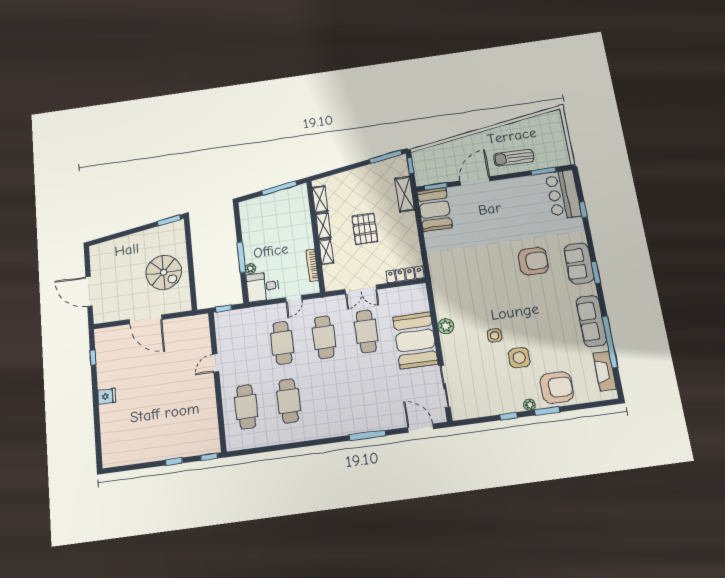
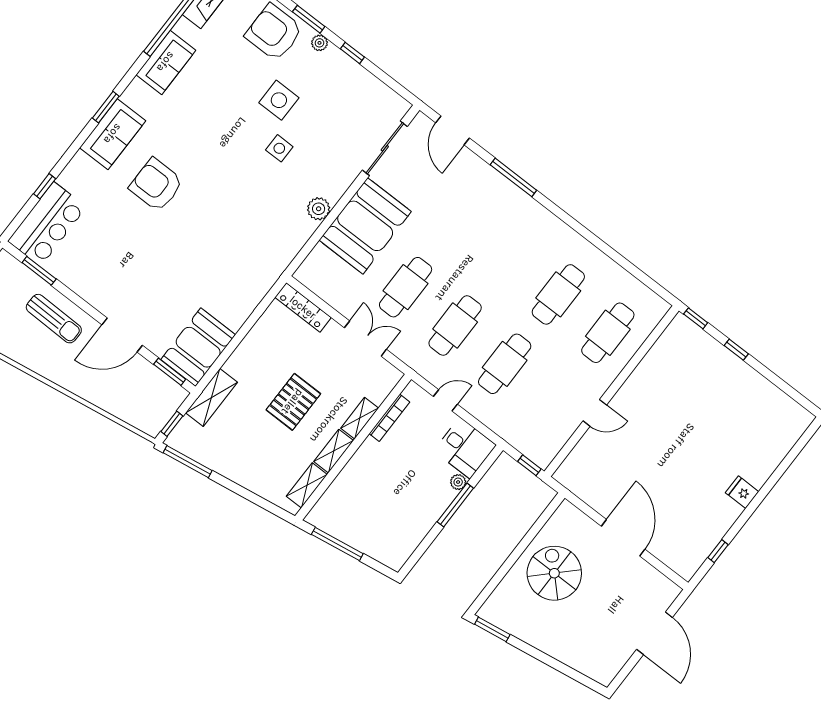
sofa: (591, 321) -> (166, 62), width x0.73

